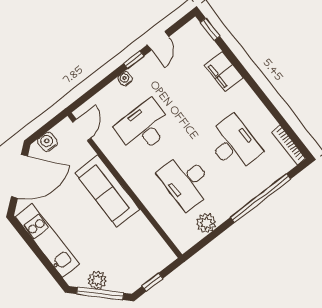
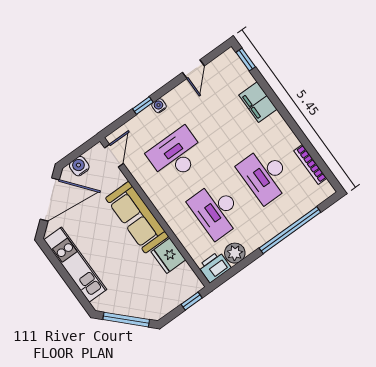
window: (134, 60) -> (143, 106), moved
desk: (234, 144) -> (265, 175), turned 180
bookcase: (289, 145) -> (310, 165), moved
fridge: (140, 228) -> (168, 256), added
printer: (186, 238) -> (214, 267), added
plant: (97, 280) -> (124, 306), removed
window: (152, 282) -> (192, 301), moved

